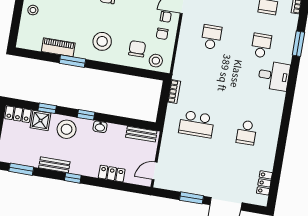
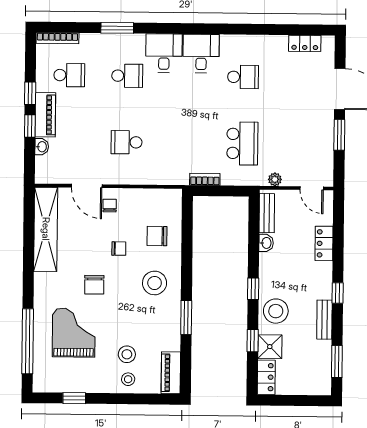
chair: (162, 34) -> (119, 249), moved
school desk: (261, 46) -> (127, 76), turned 180
piano: (58, 47) -> (171, 373), moved
stool: (156, 61) -> (127, 354), moved
desk: (269, 104) -> (201, 53), added
washbasin: (100, 127) -> (266, 243), moved
plant: (166, 144) -> (275, 179), added

